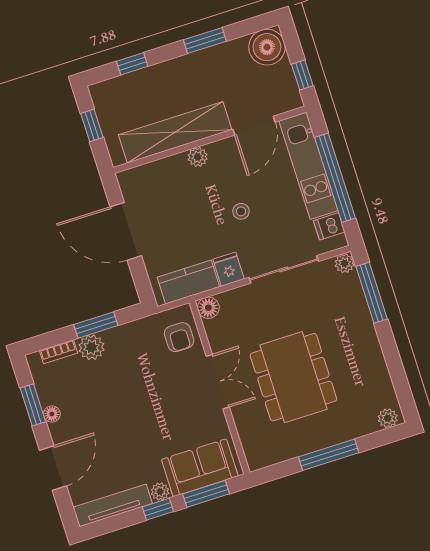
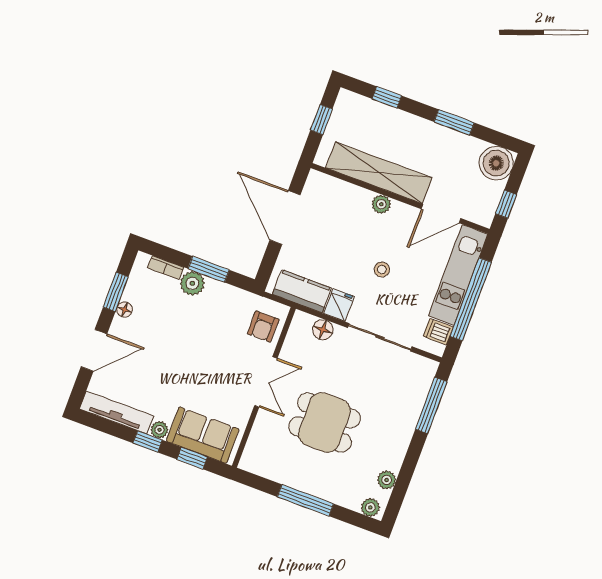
plant: (345, 263) -> (387, 480), moved
floor lamp: (208, 308) -> (323, 330), moved
dining table: (293, 377) -> (324, 423), width x0.73
window: (206, 494) -> (192, 458), width x0.67

